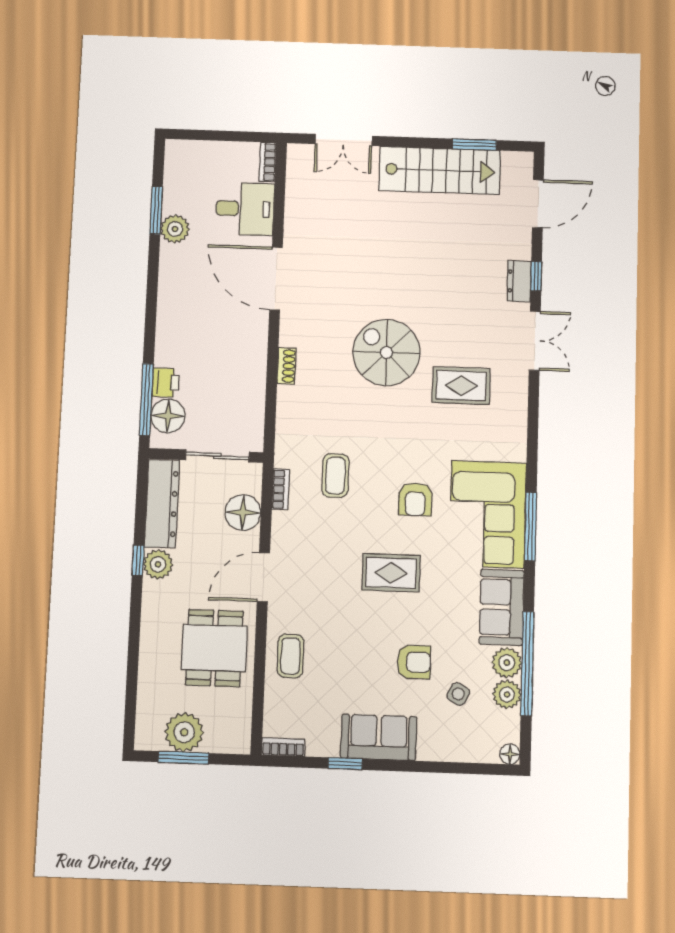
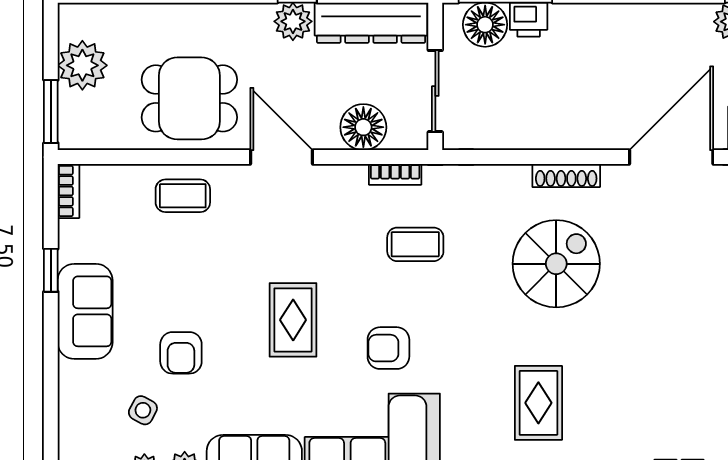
spiral stairs: (386, 352) -> (556, 264), moved
shoe rack: (287, 366) -> (566, 175), width x1.43
window: (183, 758) -> (51, 111), moved

